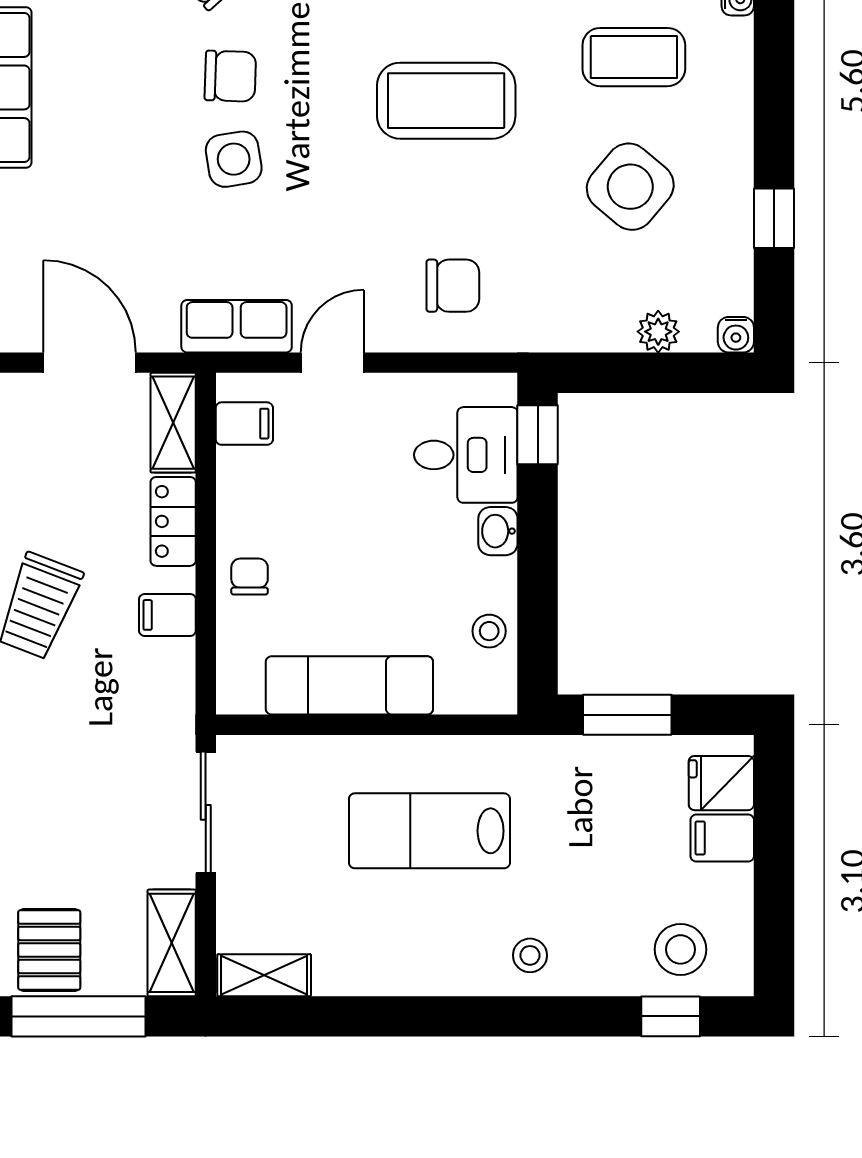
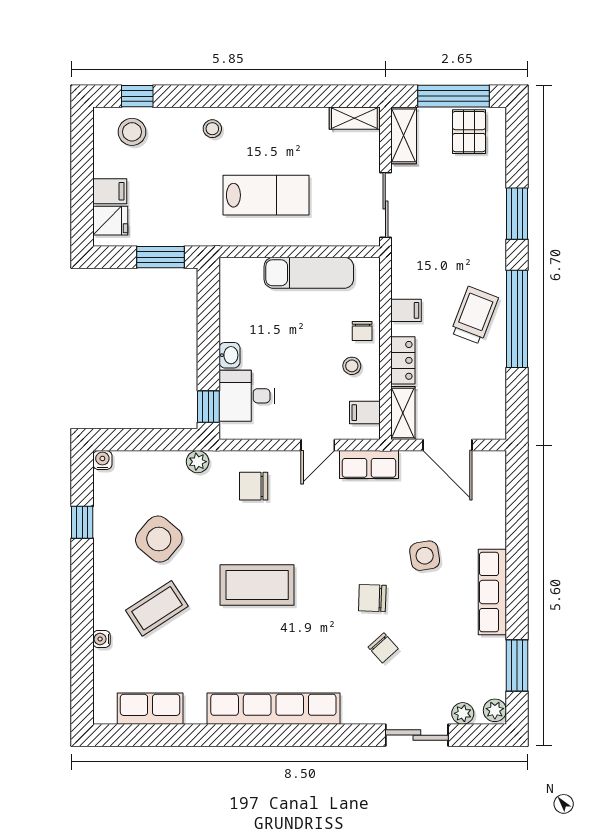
coffee table: (634, 57) -> (157, 608), turned -33
side table: (234, 159) -> (425, 556), moved
plant: (658, 332) -> (198, 462), moved
stool: (489, 631) -> (352, 366), moved

